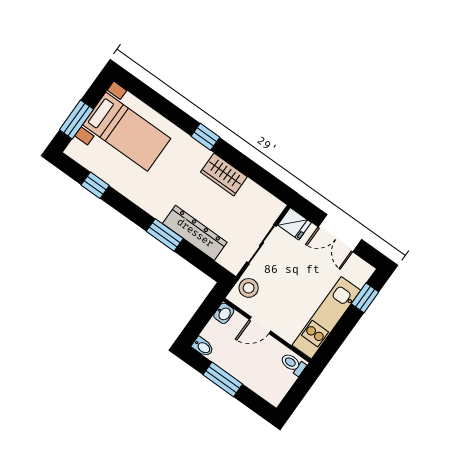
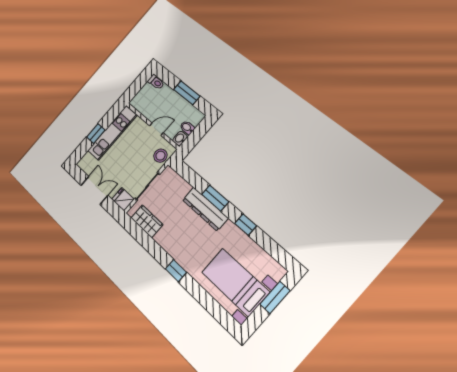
wardrobe: (224, 174) -> (147, 221), moved
window: (95, 185) -> (246, 225), moved
dresser: (195, 233) -> (205, 209), moved
window: (365, 298) -> (96, 134), moved
bidet: (203, 347) -> (187, 128), moved
toilet: (293, 364) -> (156, 82), moved

